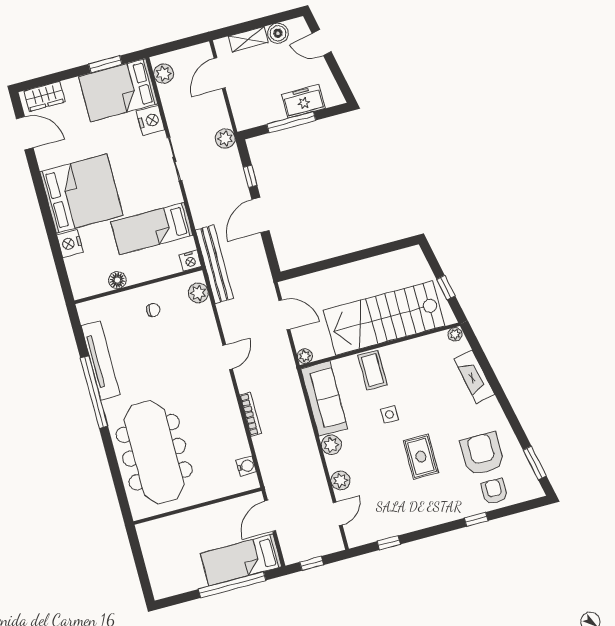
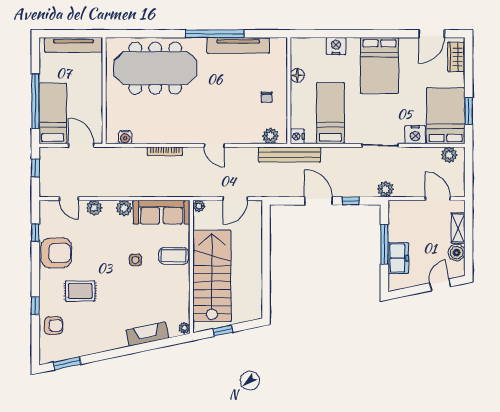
bed: (81, 194) -> (379, 65), width x0.73
armchair: (482, 454) -> (56, 253), moved
rug: (421, 457) -> (80, 291), moved
tv unit: (153, 557) -> (74, 45), added

